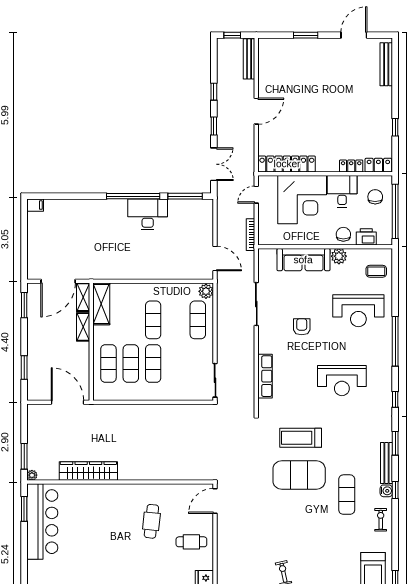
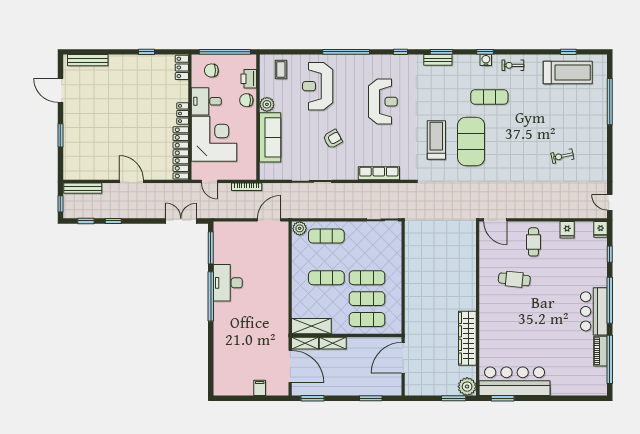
window: (214, 126) -> (86, 221), moved
locker: (351, 166) -> (183, 113), moved
filing cabinet: (35, 205) -> (260, 388), moved
reception desk: (358, 311) -> (318, 86), turned 180
armchair: (302, 327) -> (333, 139), turned 151
treadmill: (301, 438) -> (436, 140), turned 180
bench: (387, 463) -> (438, 60), moved, width x0.73
plant: (32, 475) -> (467, 387), width x1.88, depth x1.88

